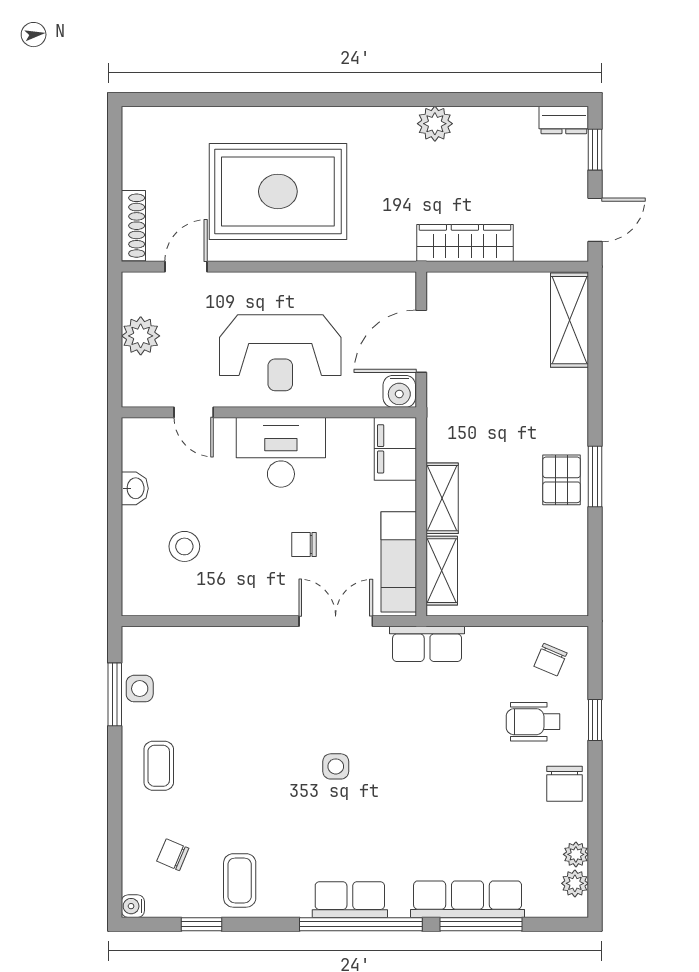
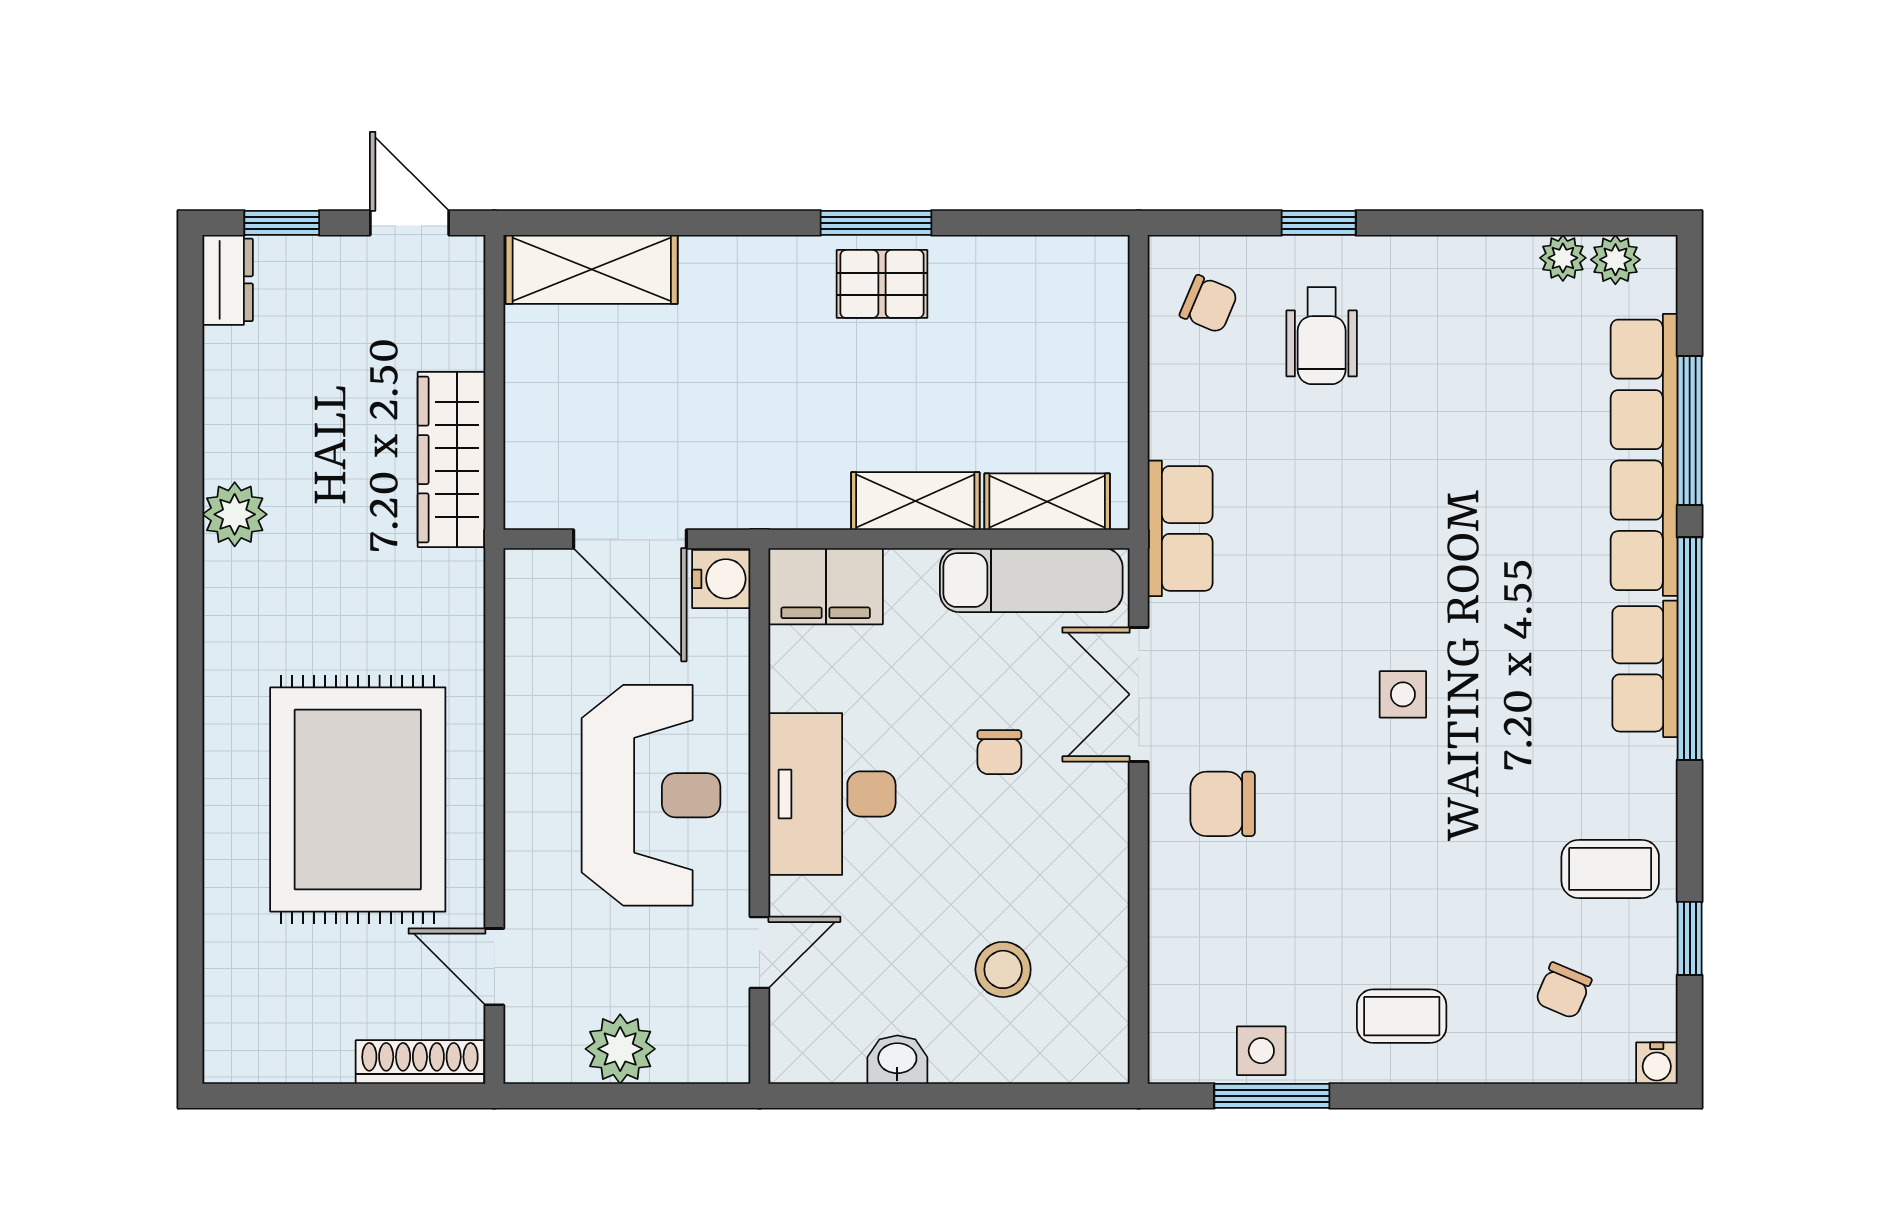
chair: (564, 784) -> (1223, 804), moved, turned 180
row of seats: (468, 899) -> (1644, 455), width x1.36

